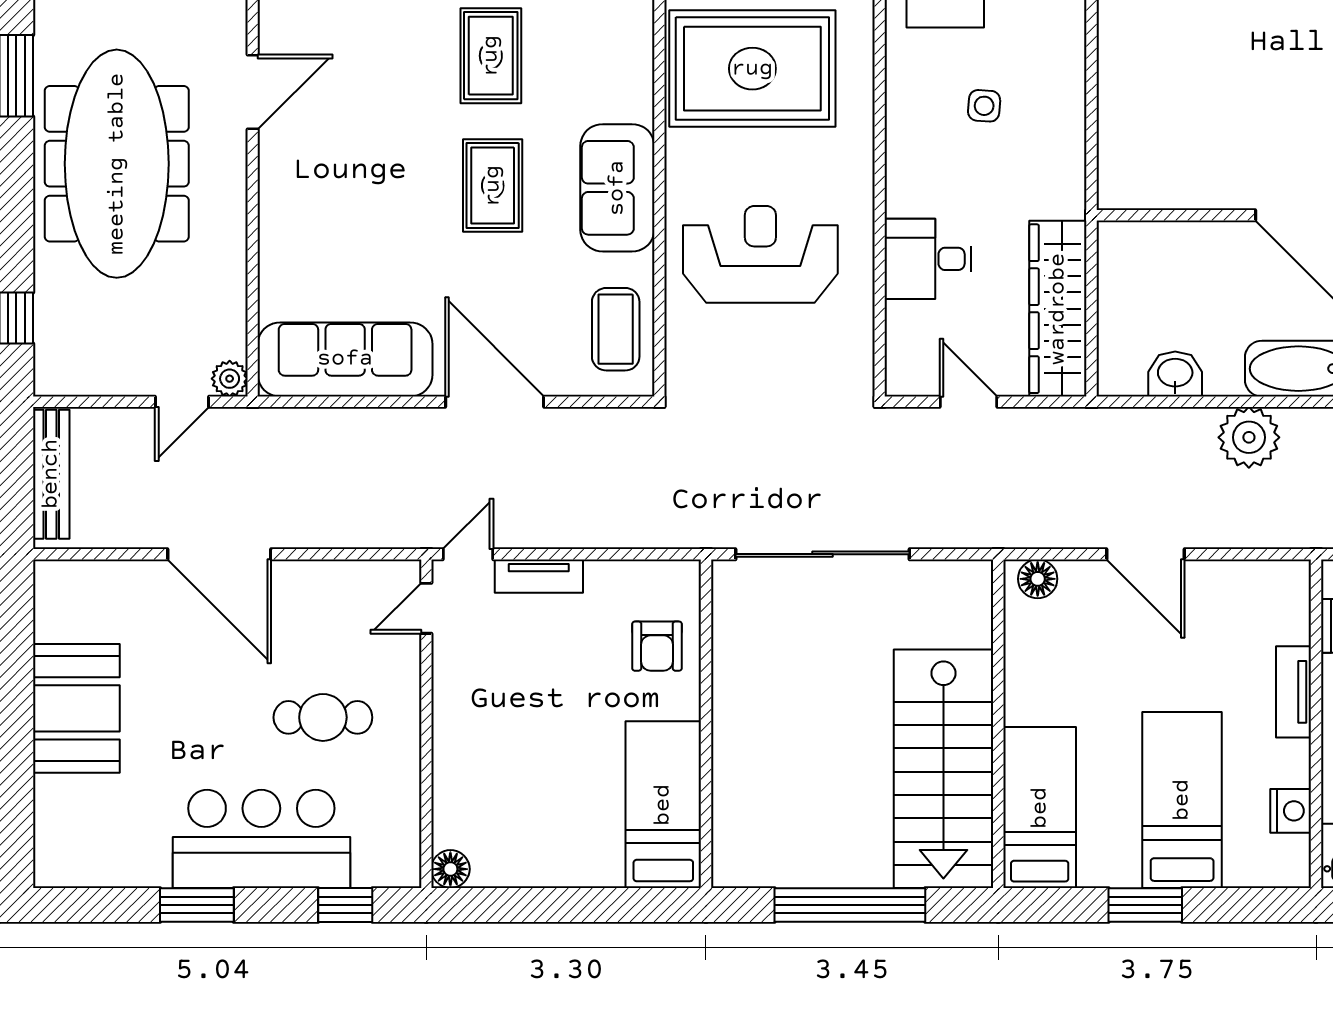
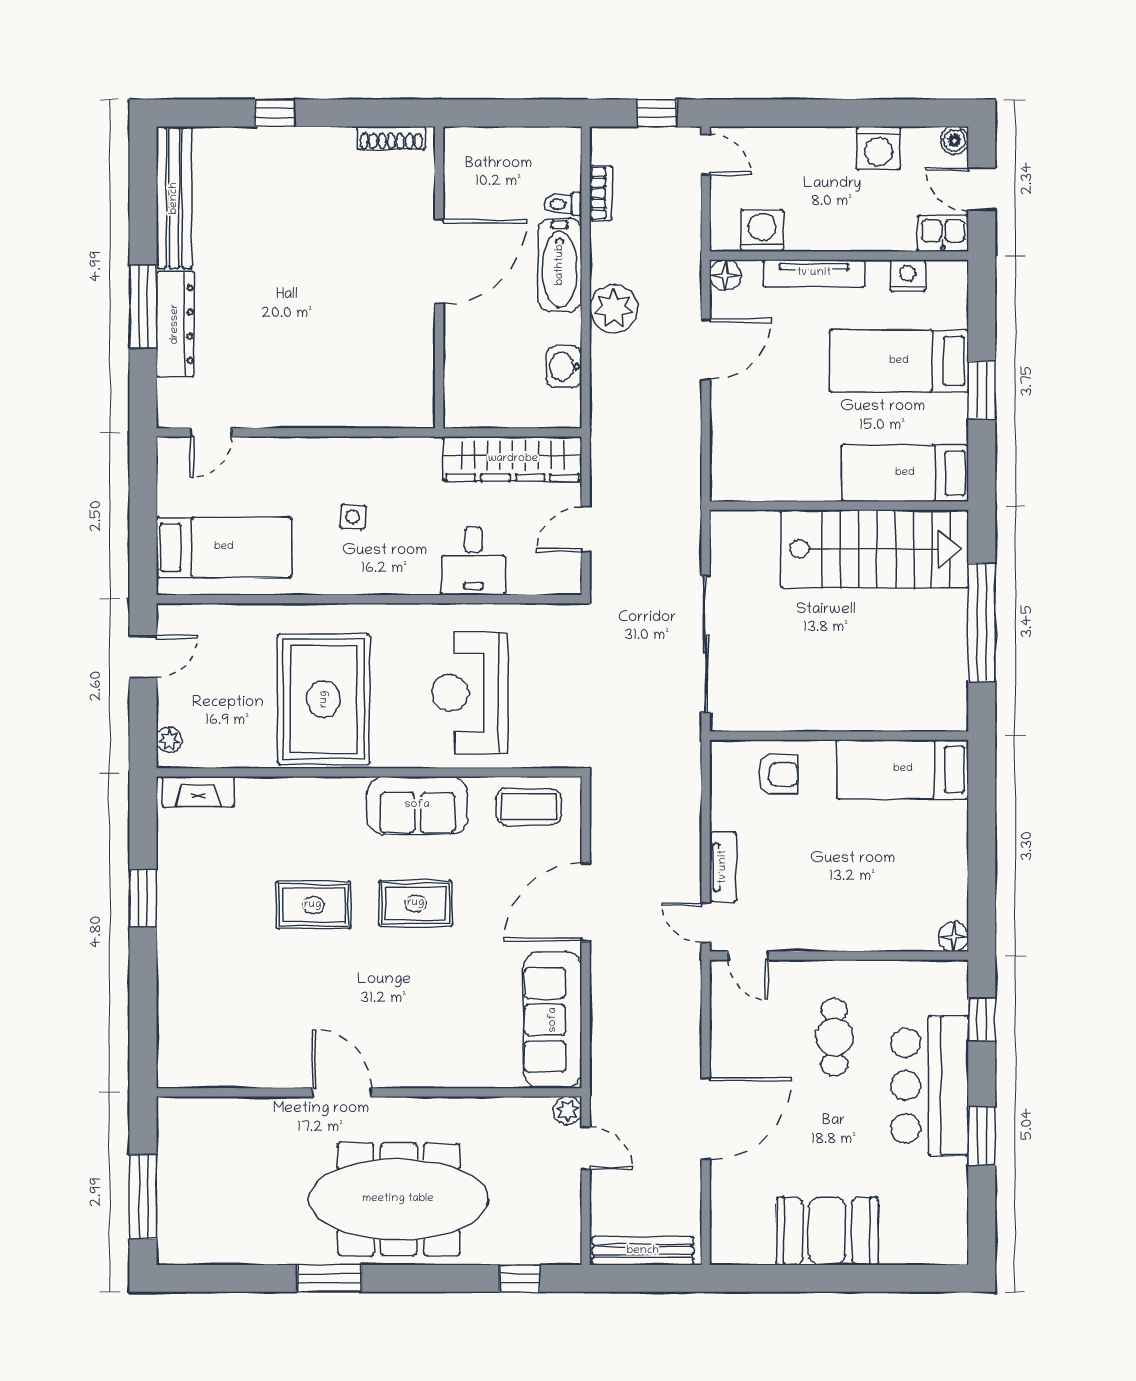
door: (1145, 554) -> (706, 350), moved
floor lamp: (1038, 579) -> (725, 275), moved
tv unit: (1293, 692) -> (814, 273), width x1.41

